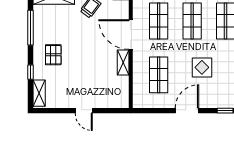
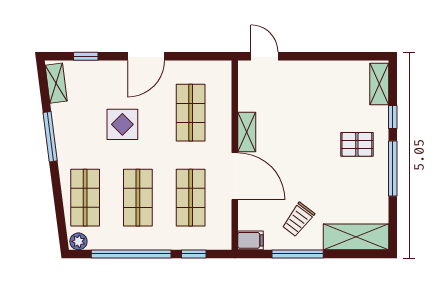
window: (31, 28) -> (393, 169), moved
pallet: (53, 55) -> (357, 144), turned 90
door: (84, 111) -> (264, 56), moved

